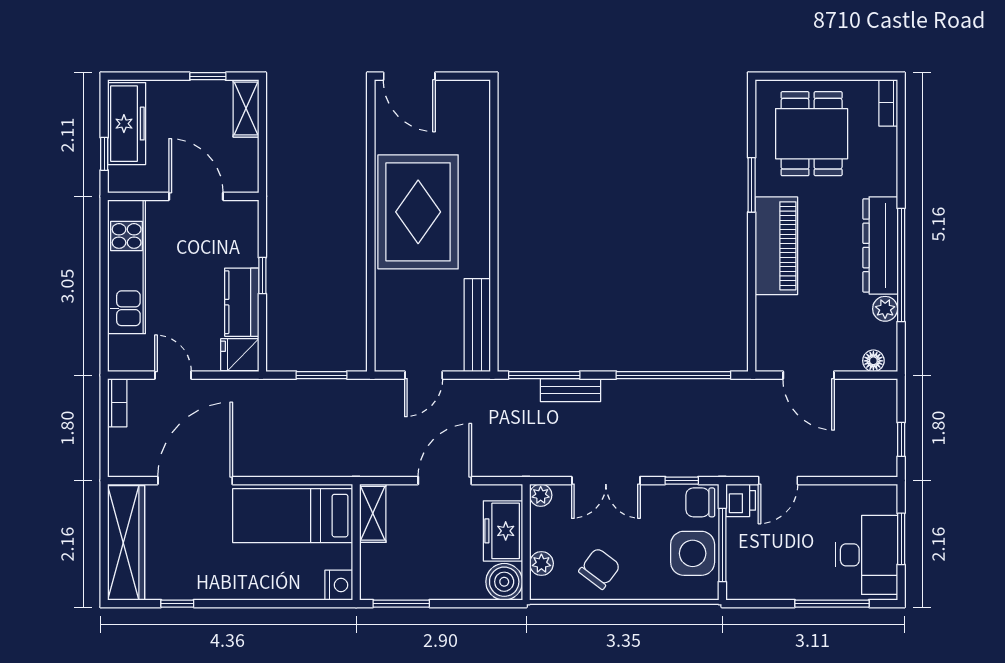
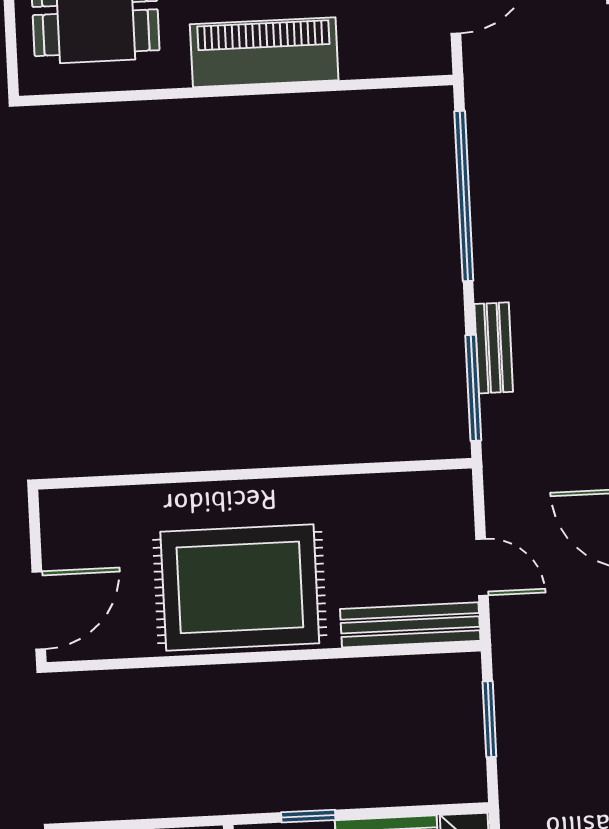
window: (752, 185) -> (175, 93), removed
window: (262, 276) -> (308, 816), moved
bench: (477, 325) -> (410, 625), moved

